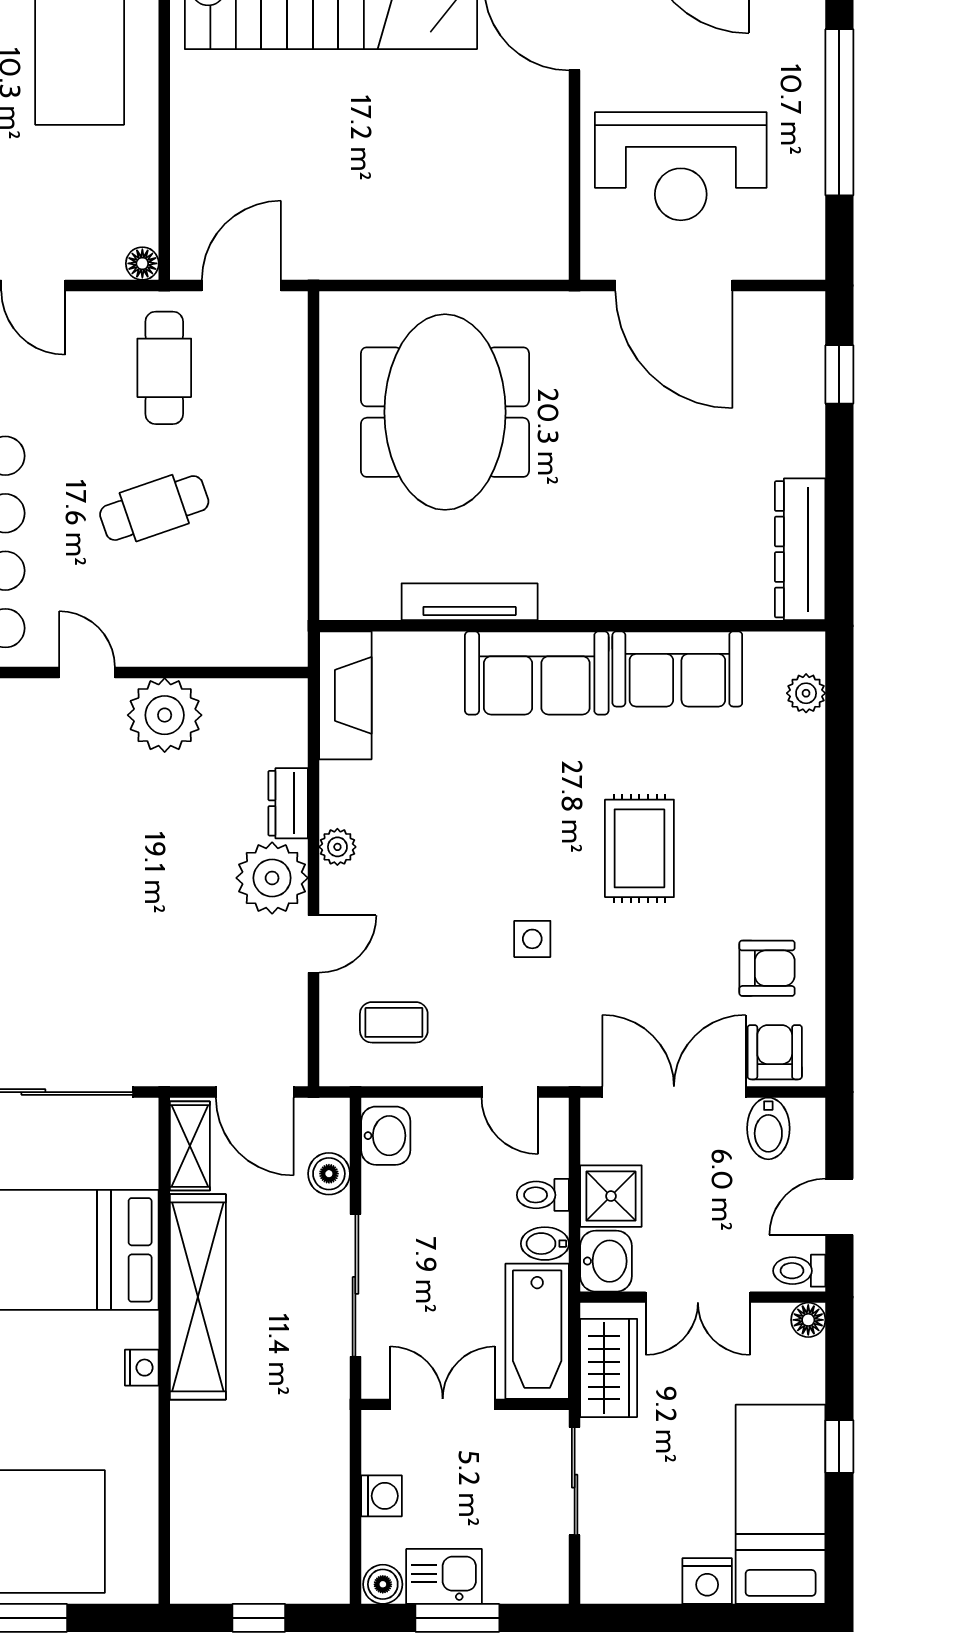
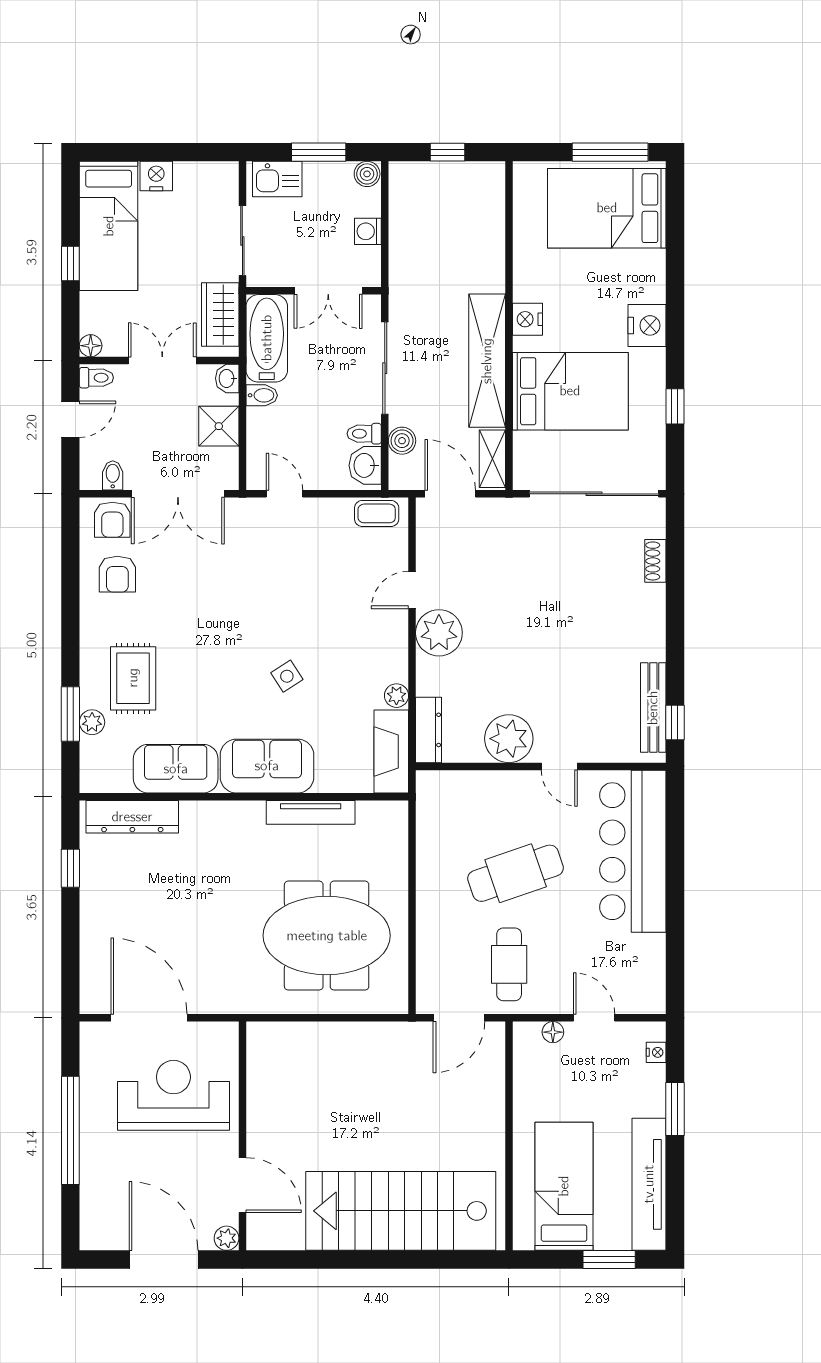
floor lamp: (142, 263) -> (553, 1032), moved
door: (674, 286) -> (149, 1018), moved
window: (839, 374) -> (70, 868), moved
meeting table: (445, 412) -> (327, 936), turned 90
cafe table: (154, 508) -> (516, 873), width x1.37, depth x1.35
dresser: (800, 549) -> (132, 817), moved, turned 90
plant: (806, 693) -> (92, 722), moved
window: (839, 753) -> (70, 714), added
dresser: (288, 803) -> (429, 730), moved, width x1.44
plant: (337, 847) -> (396, 696), moved
rug: (639, 848) -> (133, 678), moved
side table: (532, 939) -> (287, 676), moved, turned -33
armchair: (767, 968) -> (117, 574), turned -90
coffee table: (394, 1022) -> (377, 513), moved
bidet: (768, 1128) -> (113, 475), width x0.72, depth x0.74
toilet: (543, 1195) -> (364, 434), moved, turned 180
washbasin: (606, 1261) -> (227, 378), width x0.72, depth x0.69
nightstand: (142, 1368) -> (527, 319), width x1.39, depth x1.35
kitchen sink: (444, 1576) -> (277, 179), moved

